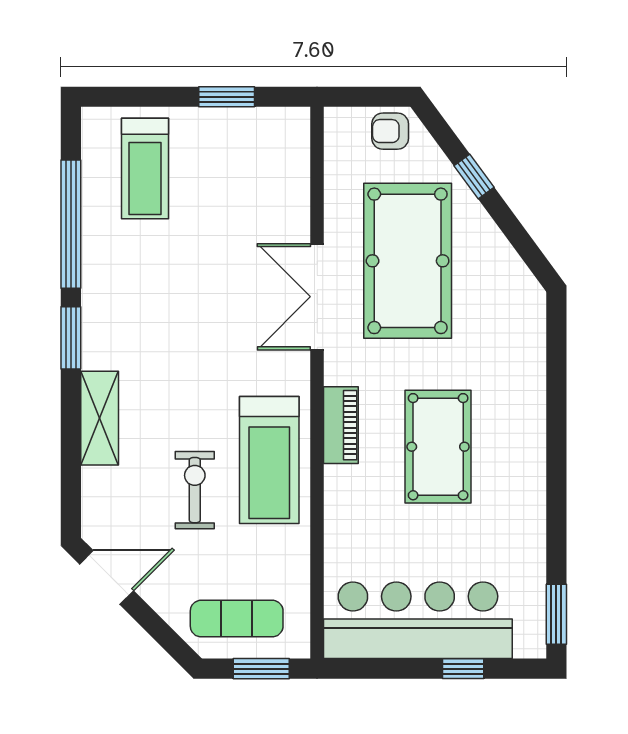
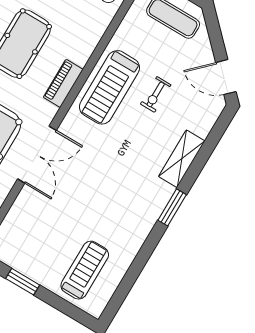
window: (71, 224) -> (138, 264), removed
treadmill: (269, 460) -> (110, 87), turned 180
exercise bike: (195, 490) -> (156, 94), width x0.73, depth x0.72

